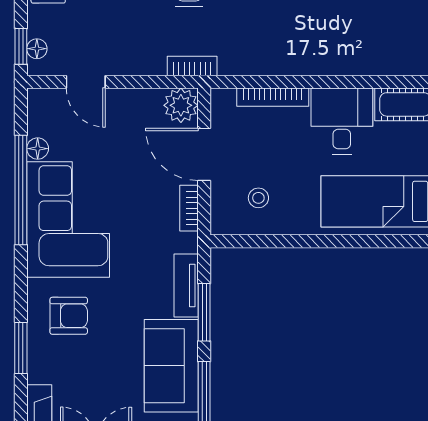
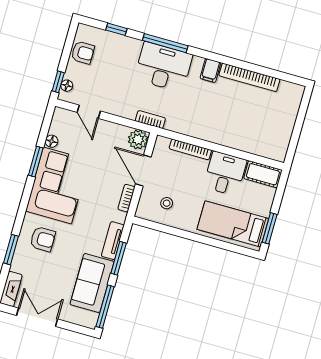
window: (21, 190) -> (36, 162), width x0.47

